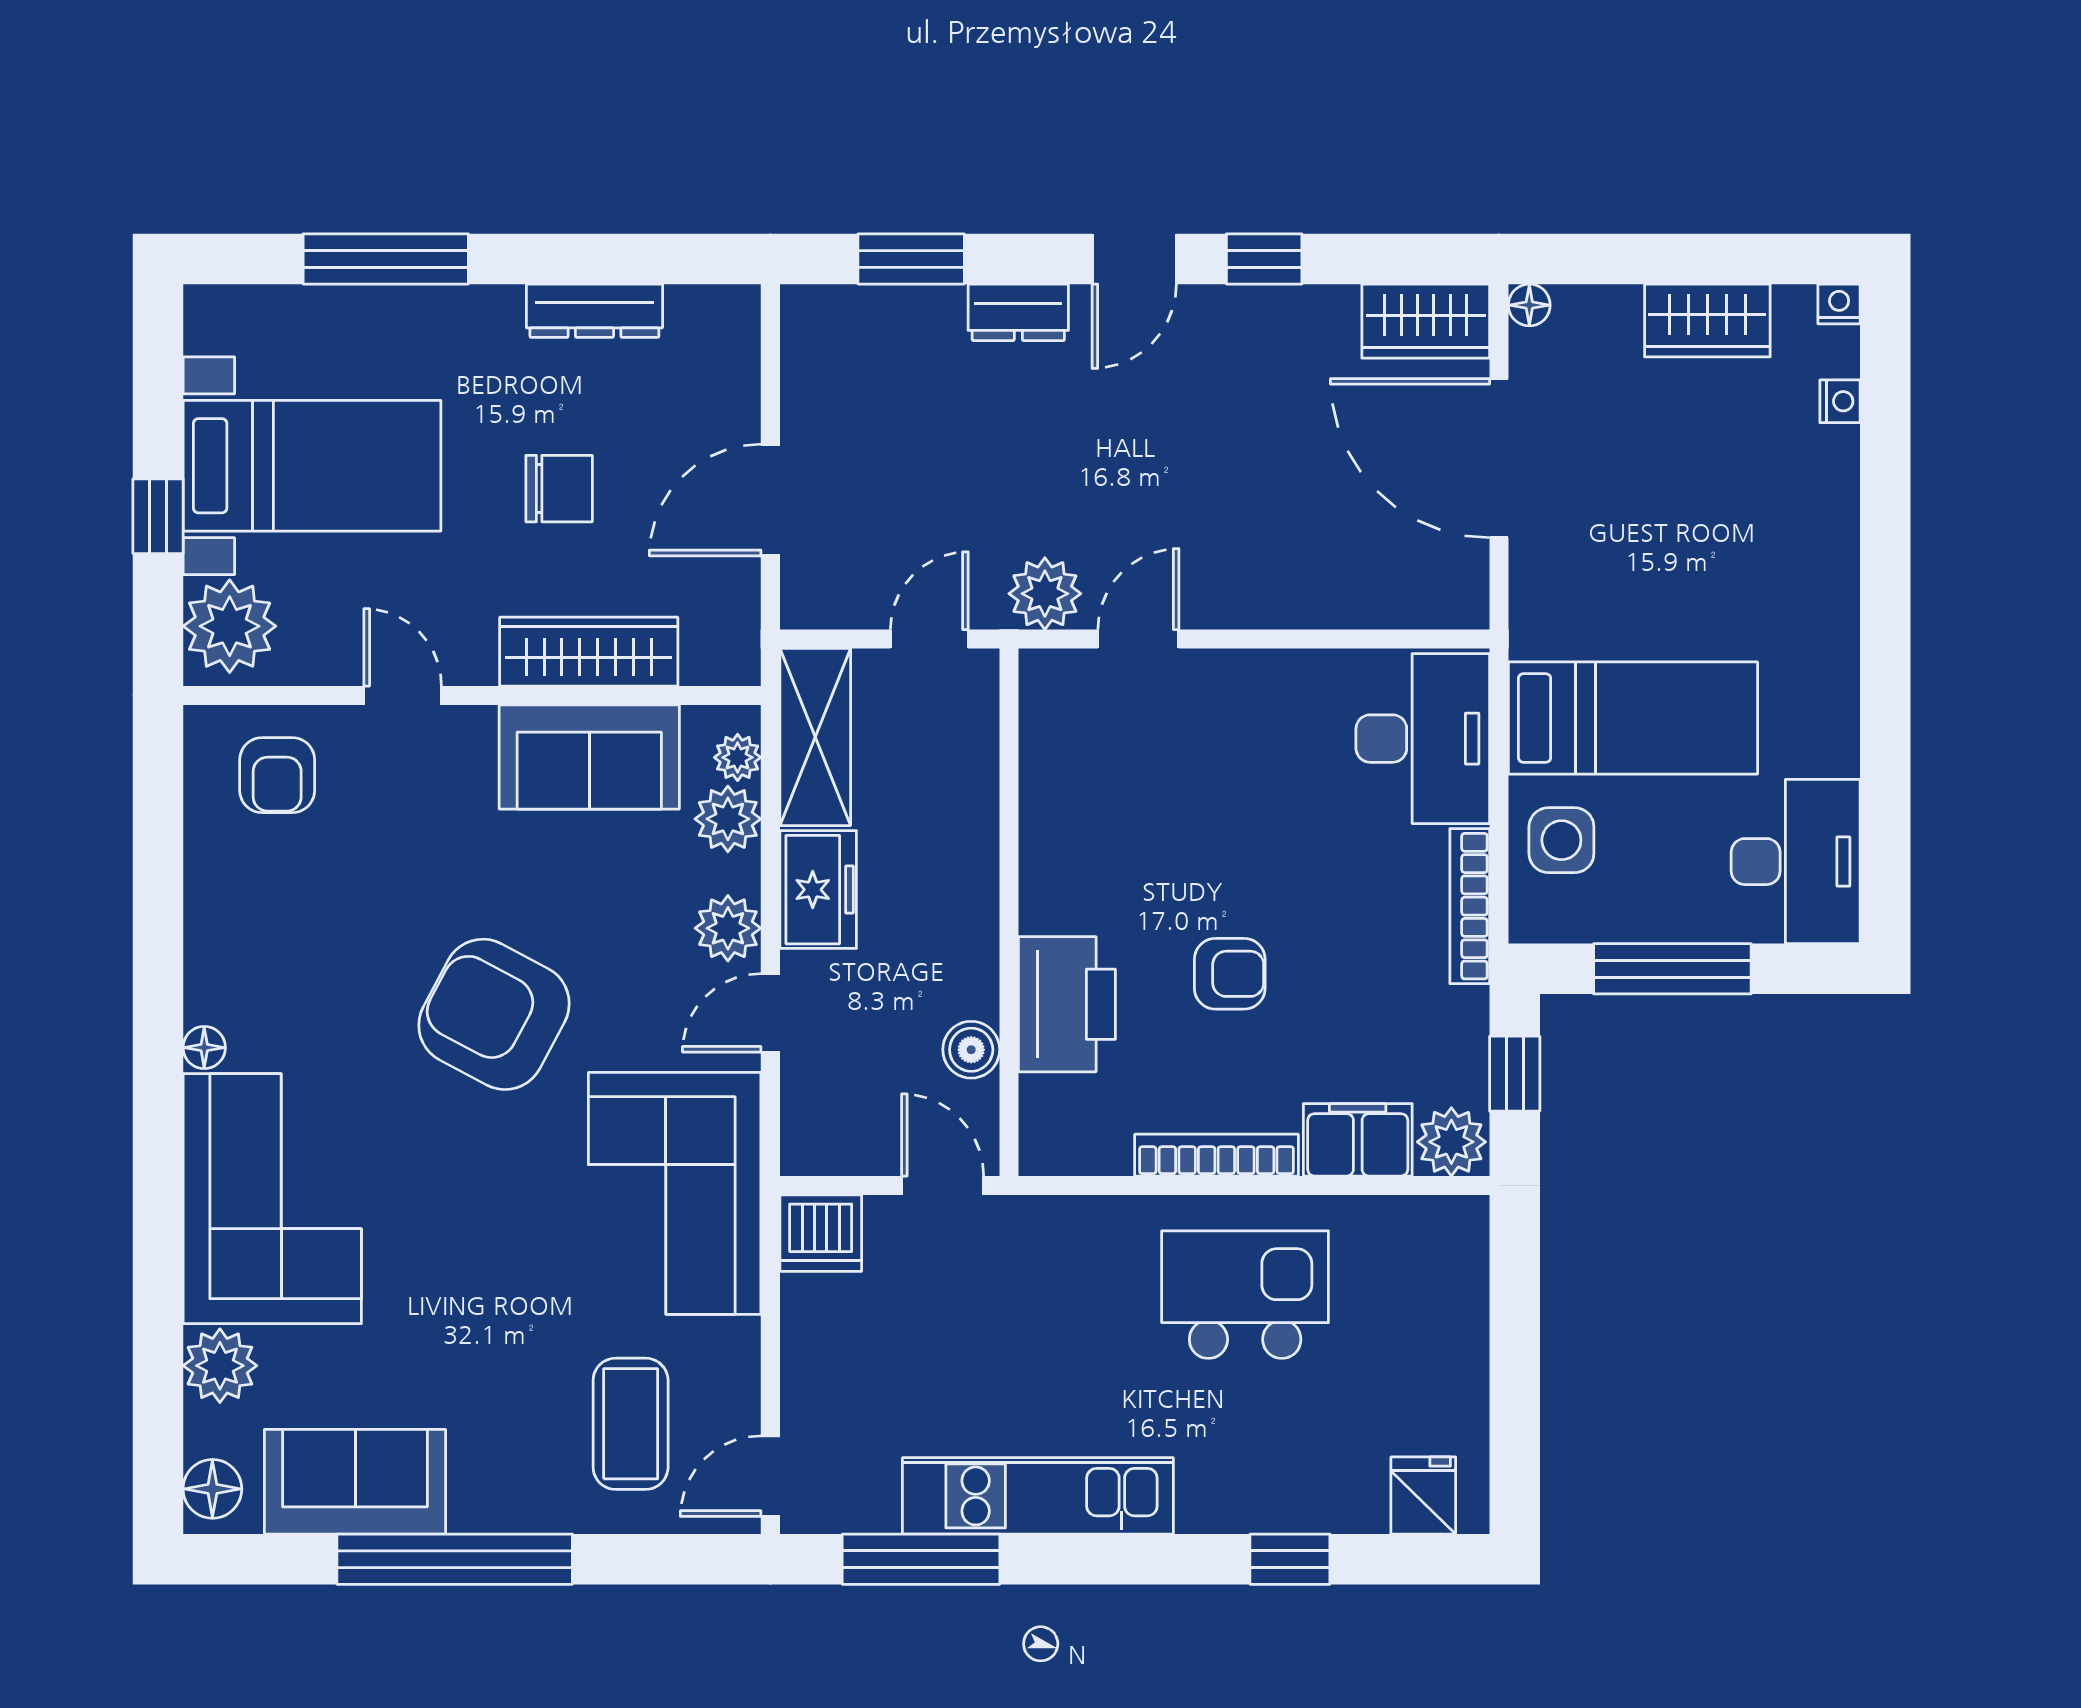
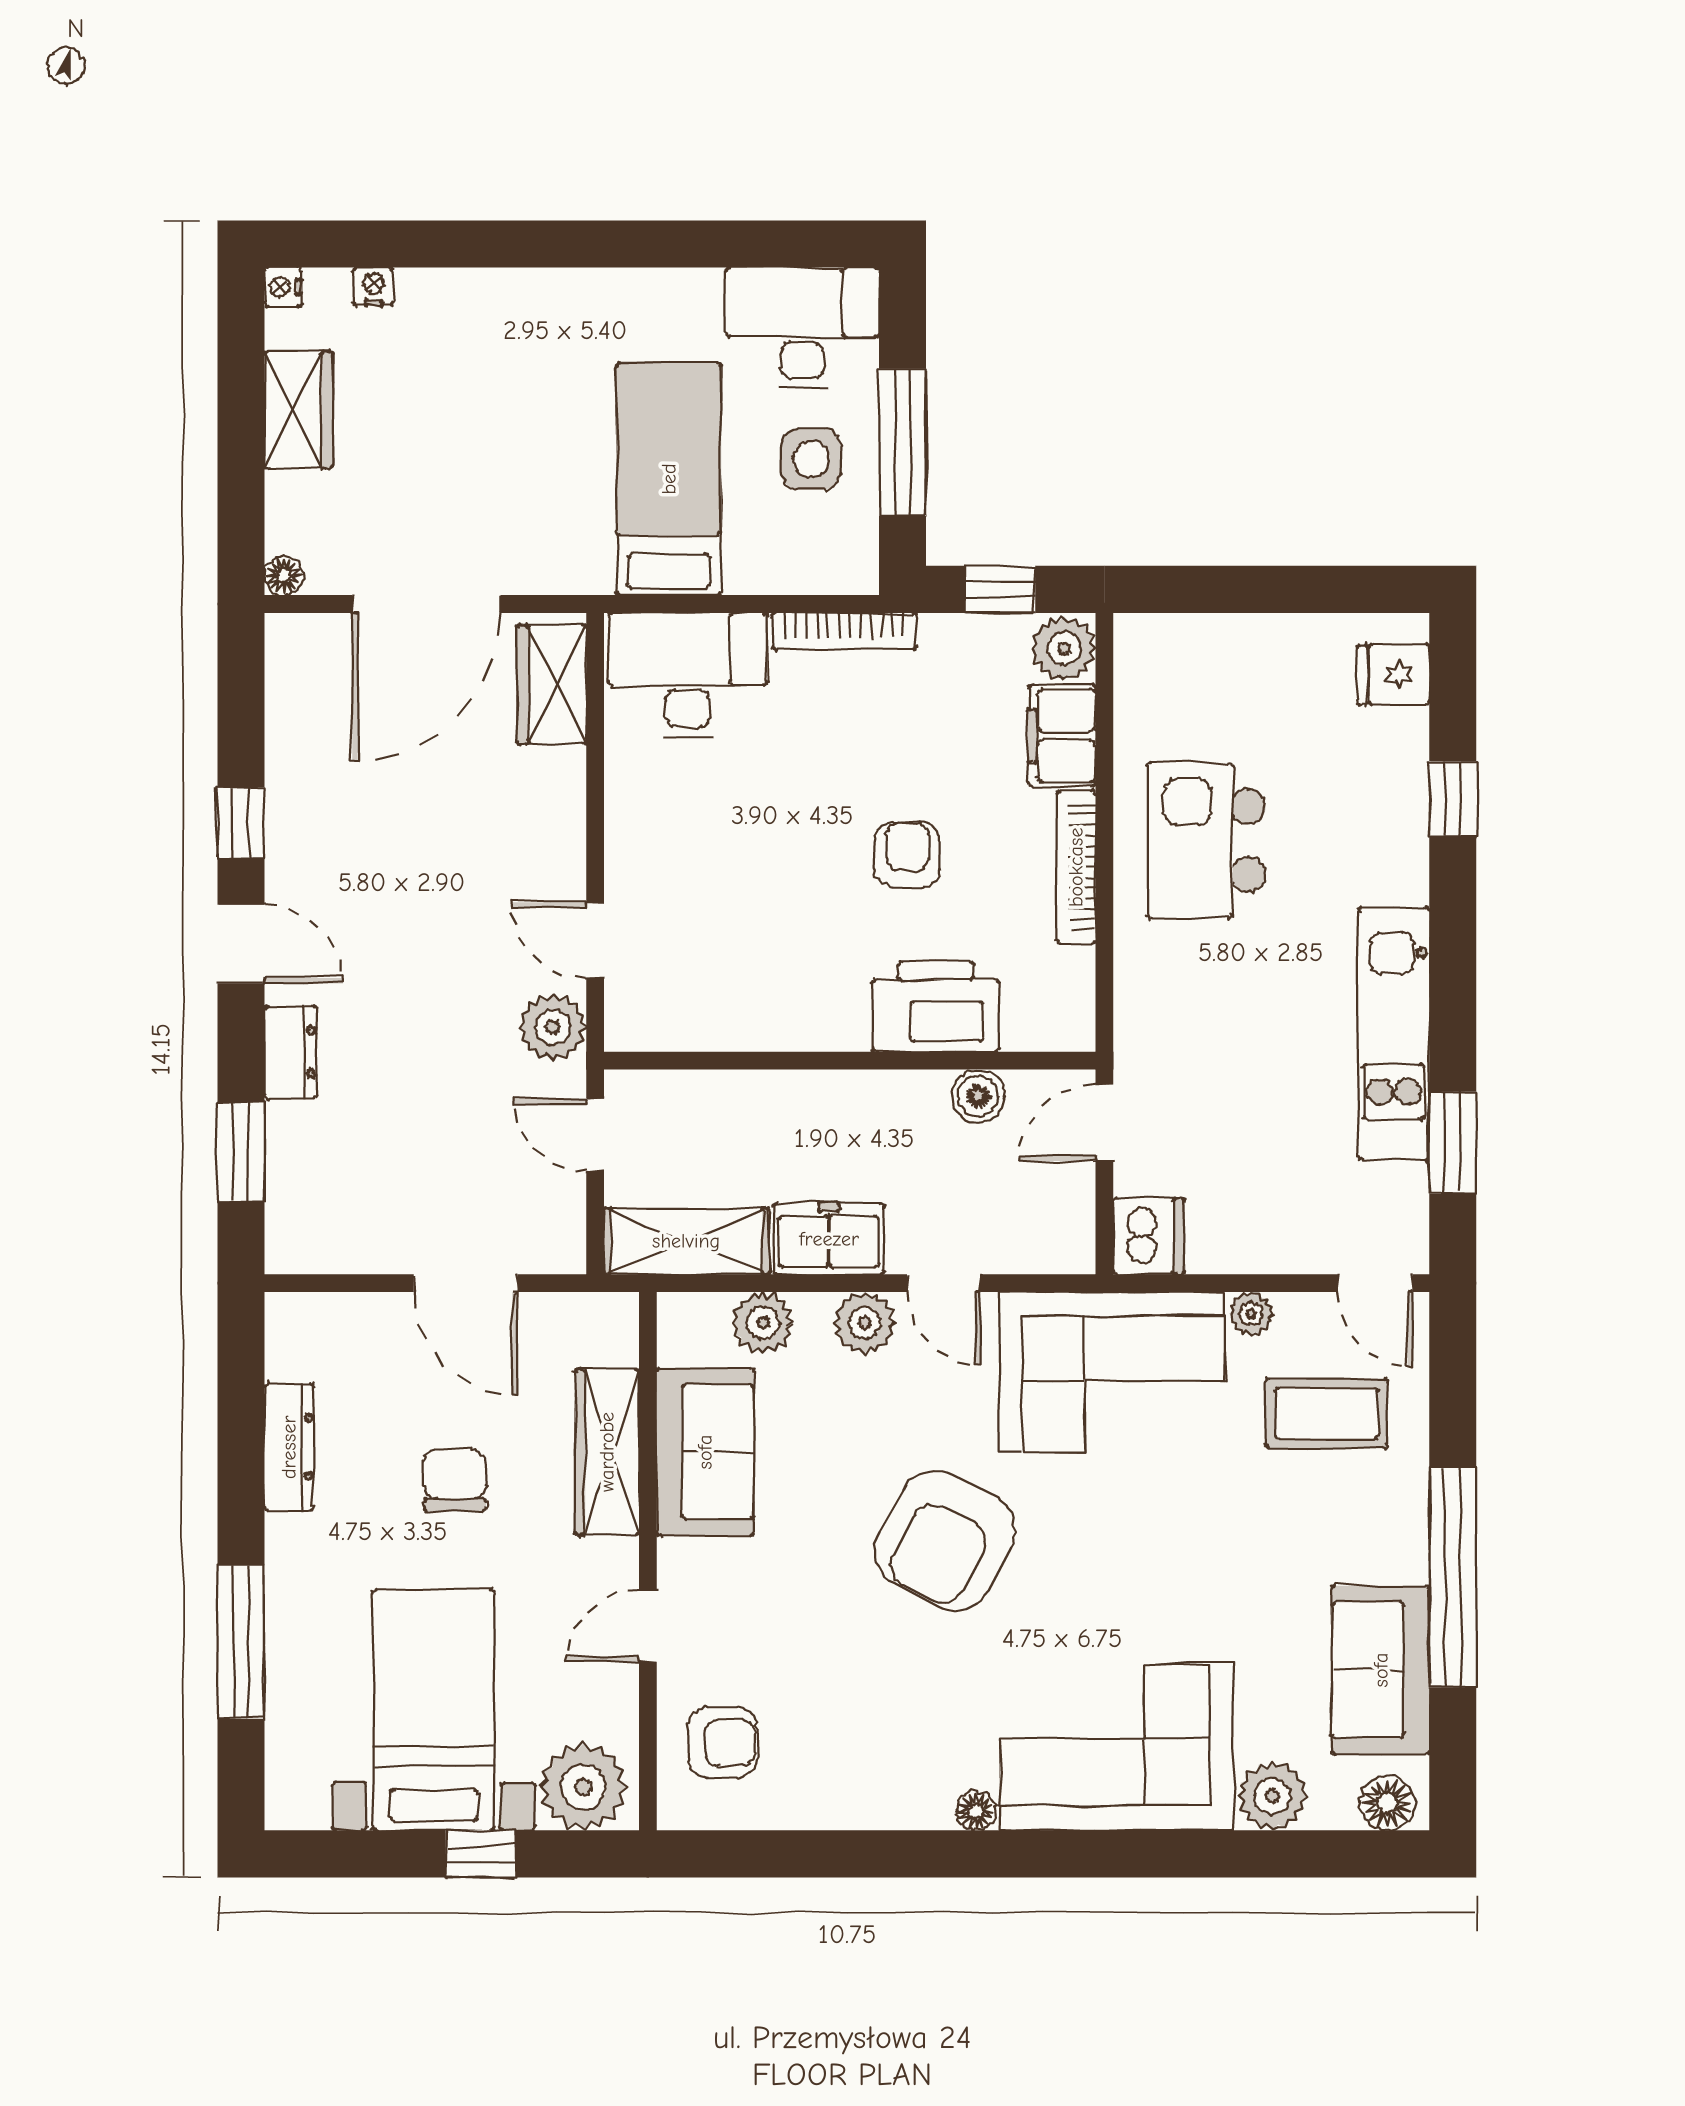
wardrobe: (1426, 321) -> (552, 684), moved, turned 180
plant: (738, 757) -> (1251, 1314), moved
side table: (1561, 840) -> (811, 459), moved
window: (921, 1559) -> (1453, 1143), width x0.69

